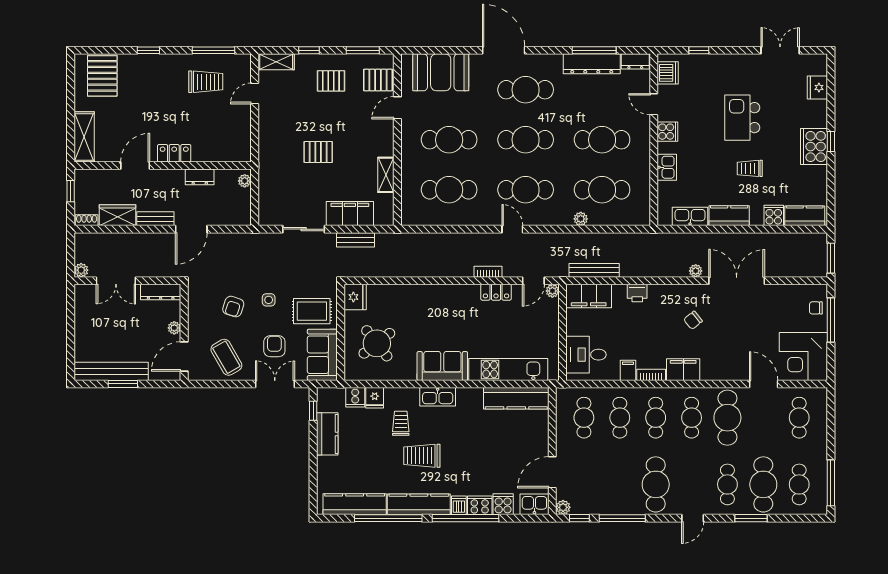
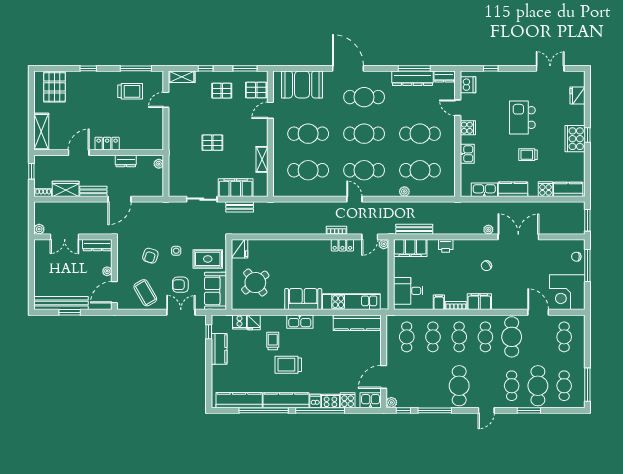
armchair: (274, 346) -> (180, 285), turned -90

